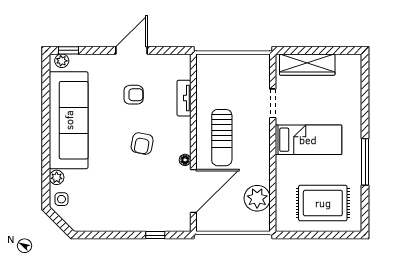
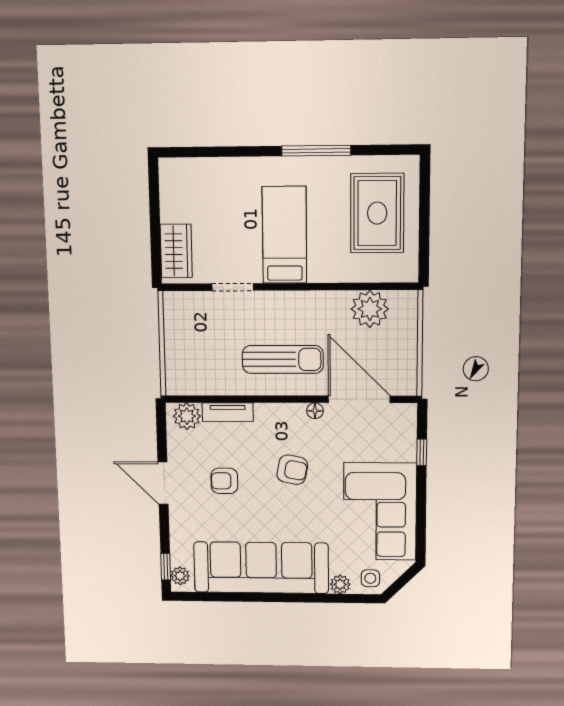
wardrobe: (307, 65) -> (176, 251), width x0.67
plant: (181, 69) -> (187, 416), added
armchair: (134, 95) -> (224, 481), turned -90
corner sofa: (112, 206) -> (380, 512), added

